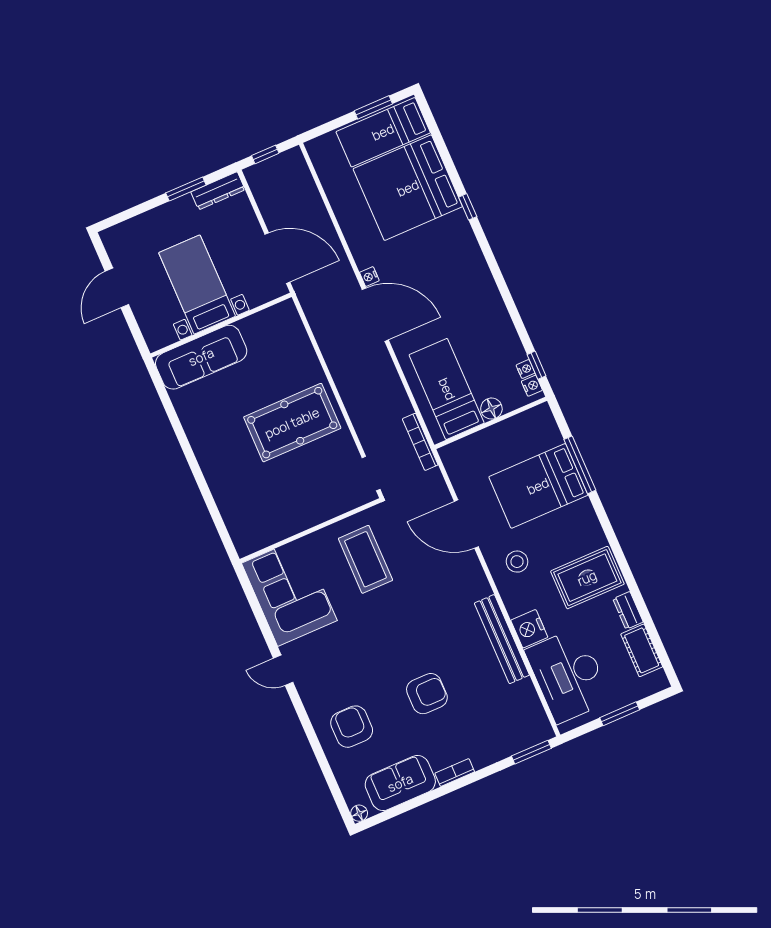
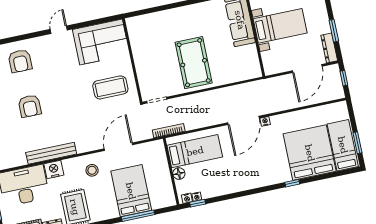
door: (277, 258) -> (307, 68), moved
armchair: (352, 727) -> (20, 61), turned 90

